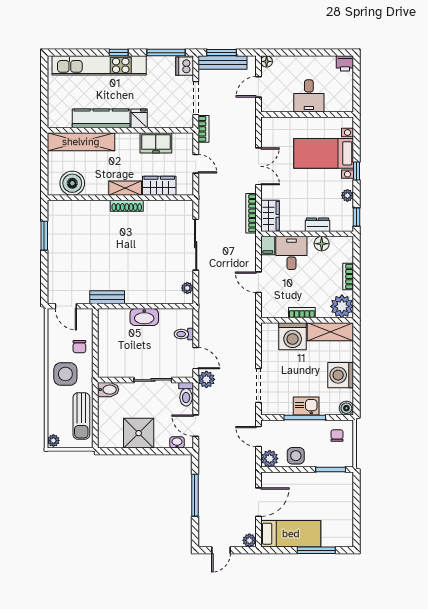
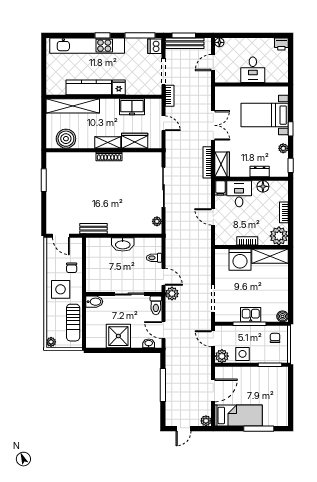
washing machine: (341, 375) -> (278, 290), removed

